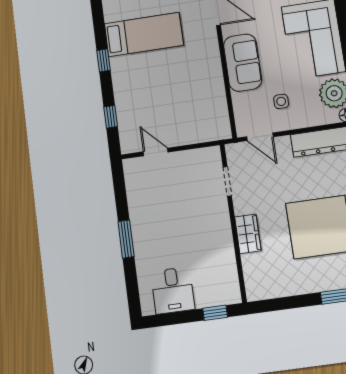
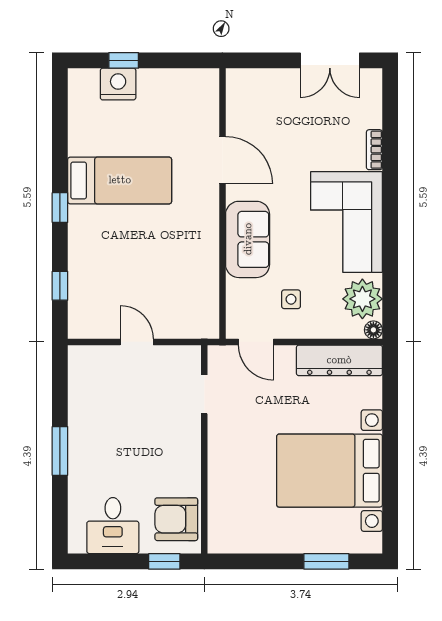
door: (156, 152) -> (137, 342), moved
wardrobe: (248, 234) -> (222, 466), removed
armchair: (220, 279) -> (176, 519), added

